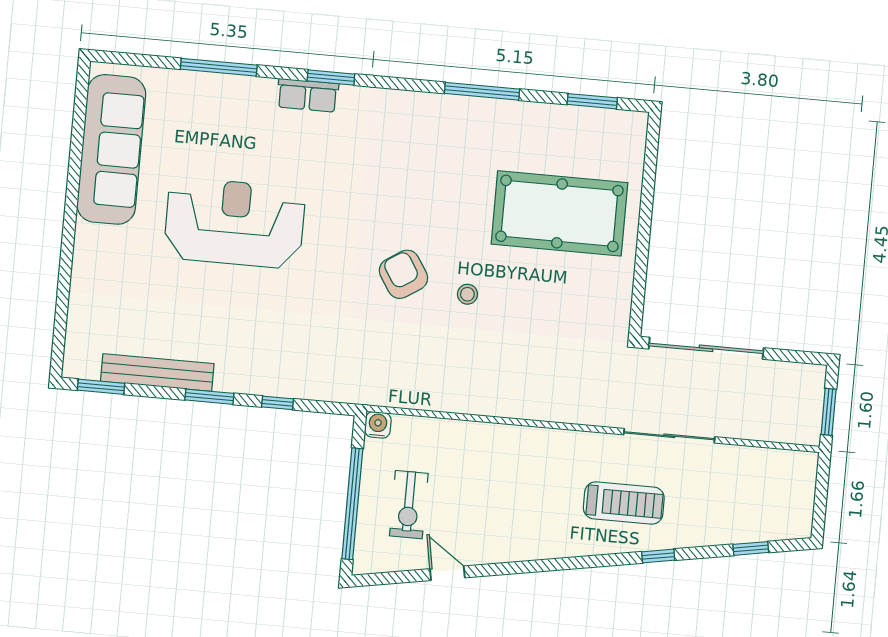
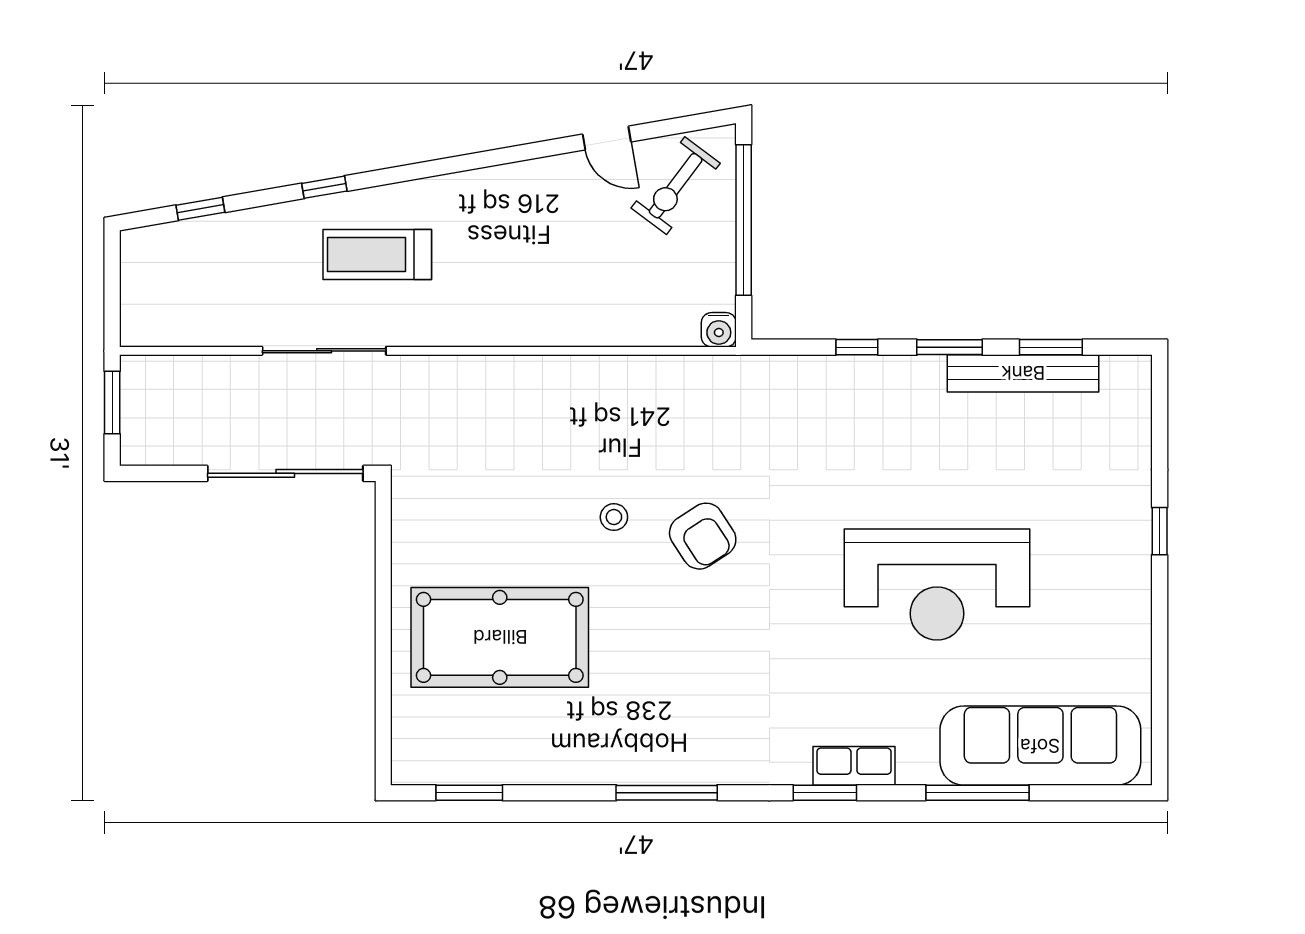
window: (482, 91) -> (667, 793), moved
sofa: (111, 149) -> (1040, 746), moved, turned 90
window: (67, 247) -> (1160, 531), added
window: (101, 387) -> (1051, 347), moved
exercise bike: (409, 505) -> (676, 186), moved, turned -143

